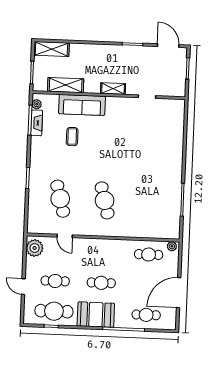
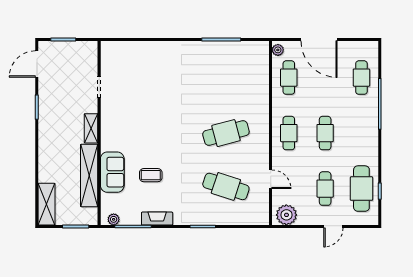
shelving: (66, 85) -> (89, 175), width x1.47
sofa: (82, 105) -> (112, 172), width x0.73
fireplace: (37, 123) -> (157, 219), moved
cafe table: (60, 199) -> (226, 186), turned 33
door: (65, 236) -> (271, 179), hinge flipped
cafe table: (102, 253) -> (289, 133), added
door: (179, 293) -> (319, 40), moved
booth: (96, 315) -> (364, 138), removed

